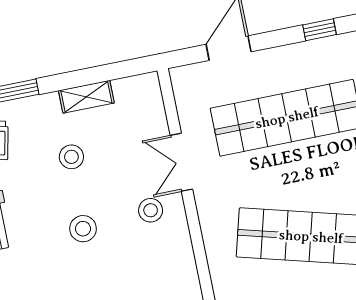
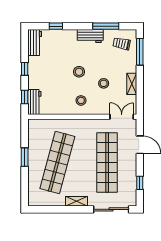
stool: (71, 157) -> (104, 83), moved
double door: (181, 162) -> (122, 117), moved

